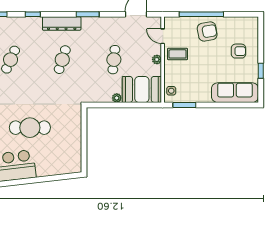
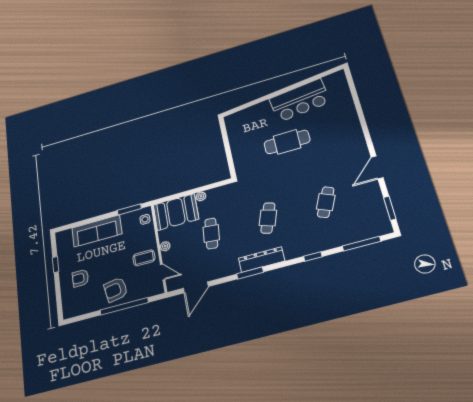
dresser: (62, 23) -> (262, 260), moved
sofa: (235, 93) -> (97, 231), moved

